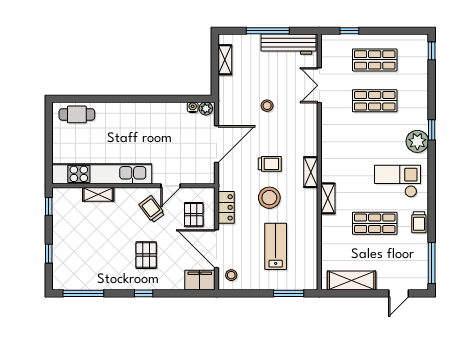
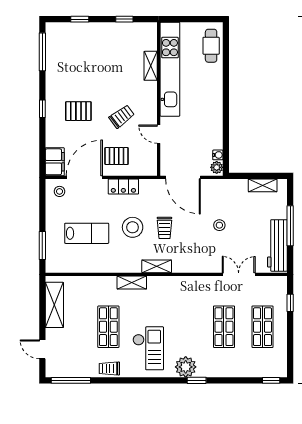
kitchen unit: (102, 174) -> (170, 69), moved
wall: (133, 186) -> (159, 99), moved
door: (171, 186) -> (159, 134), moved
shelving: (98, 194) -> (151, 66), moved

